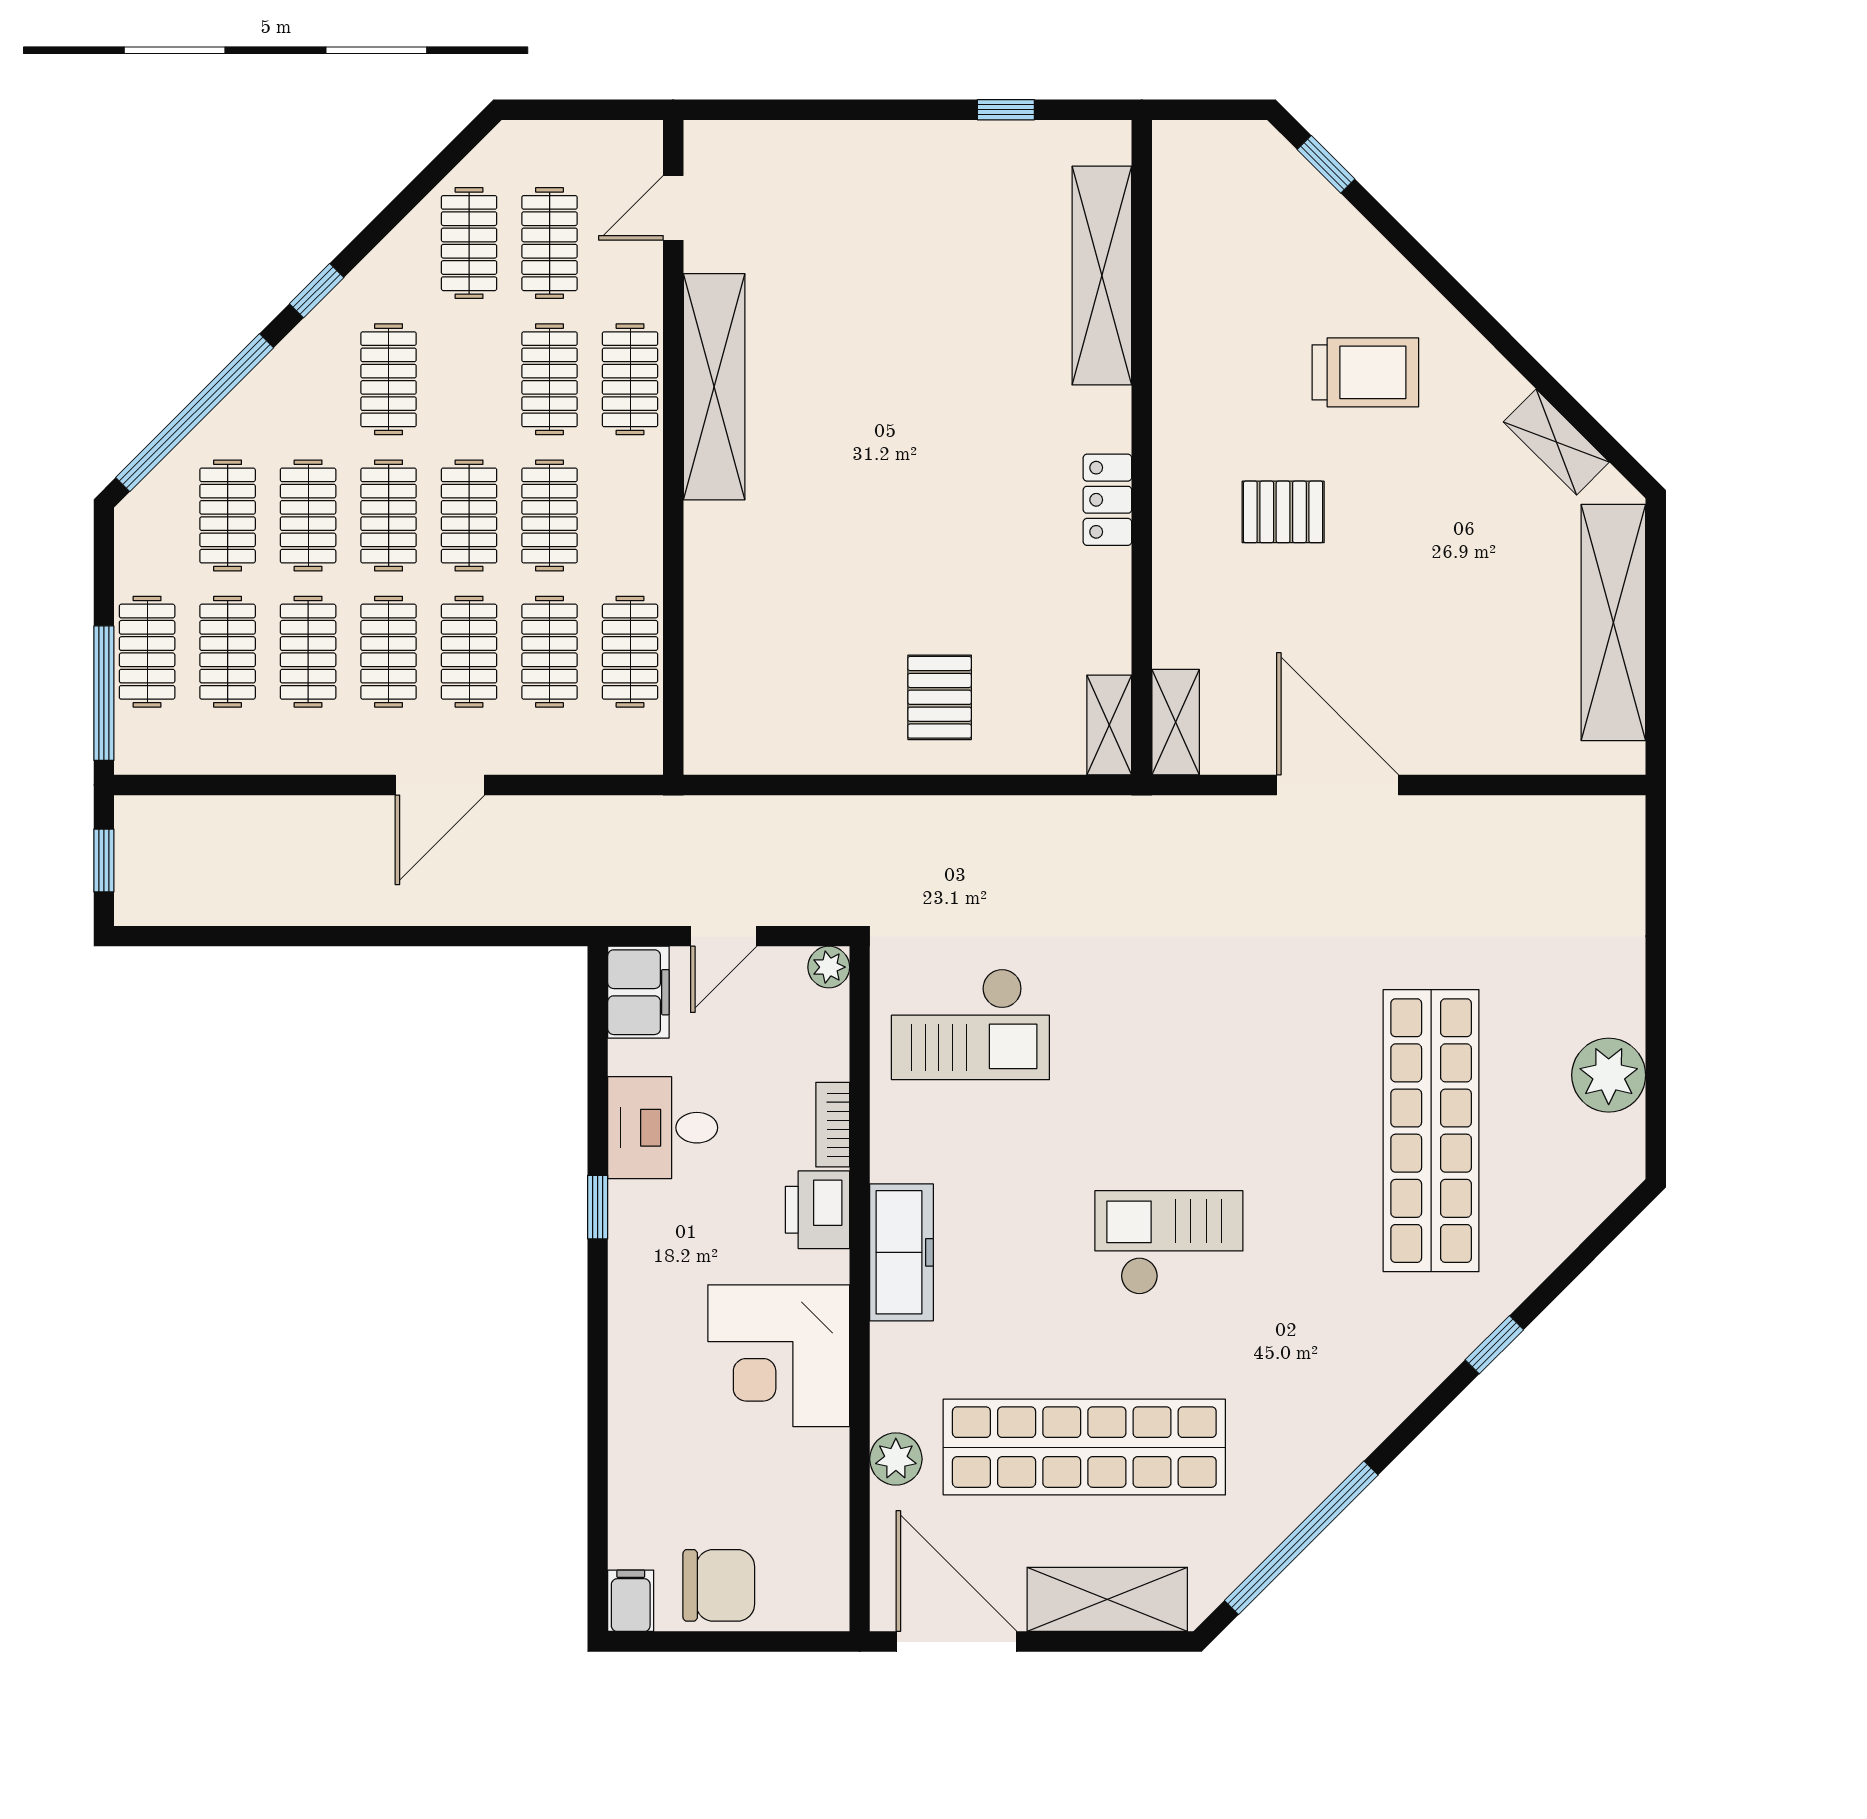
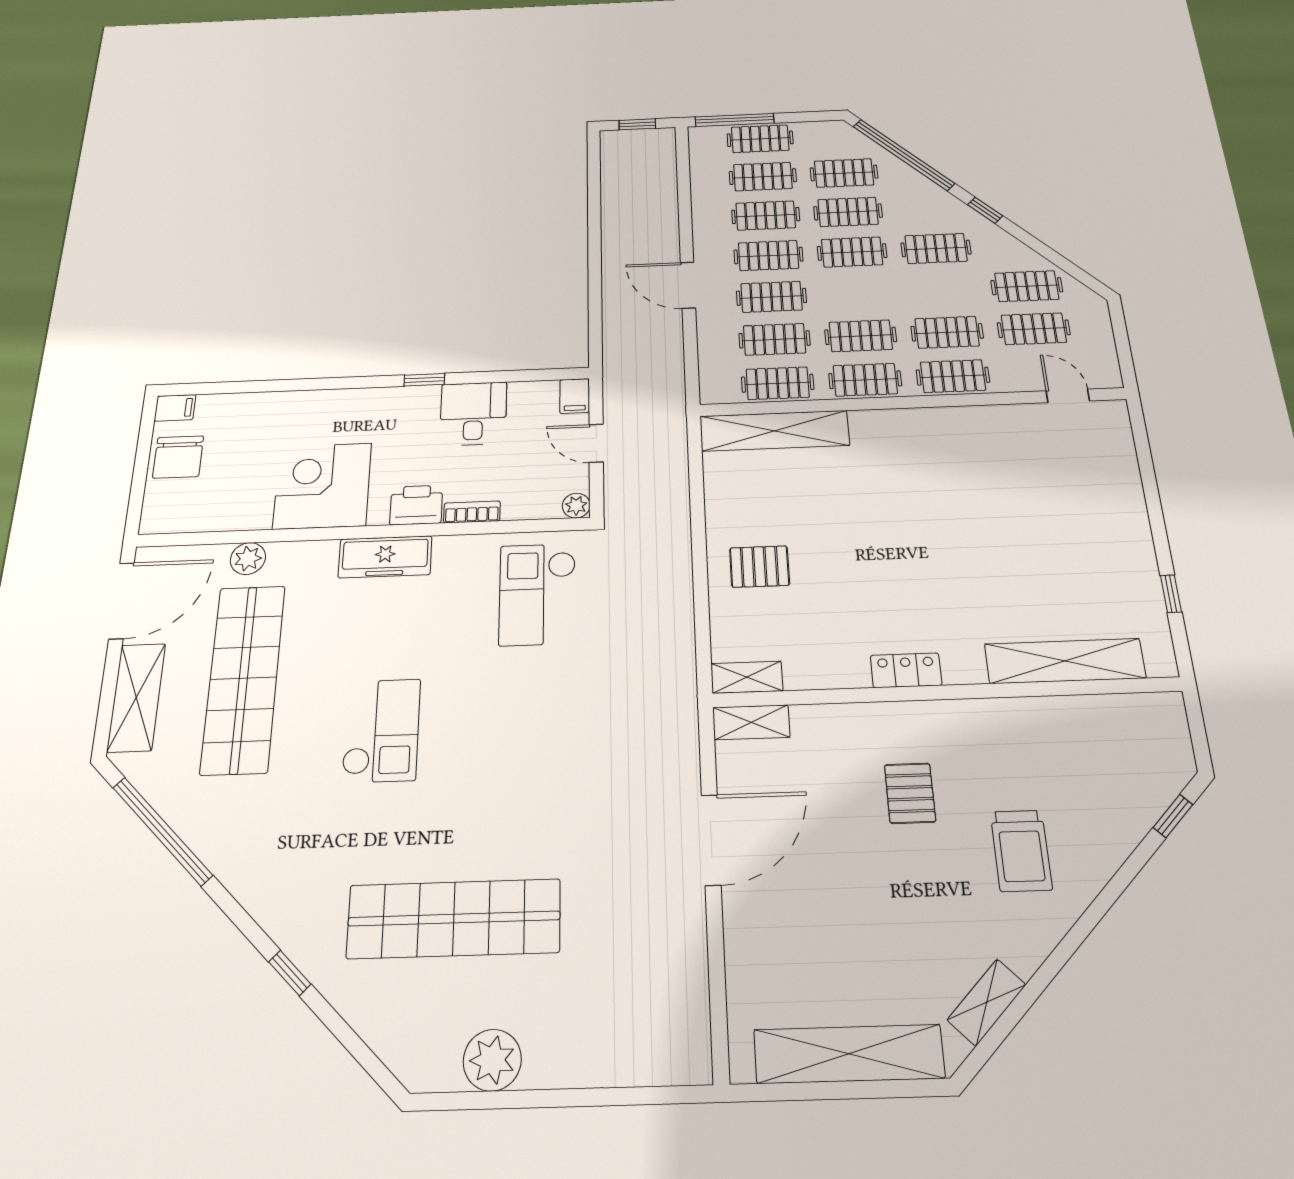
shelving: (714, 387) -> (774, 431), moved
clothes rail: (469, 515) -> (865, 380), moved
filing cabinet: (638, 992) -> (575, 396), width x0.50

